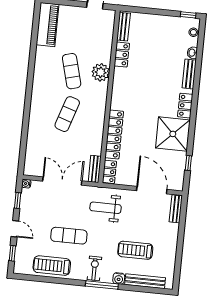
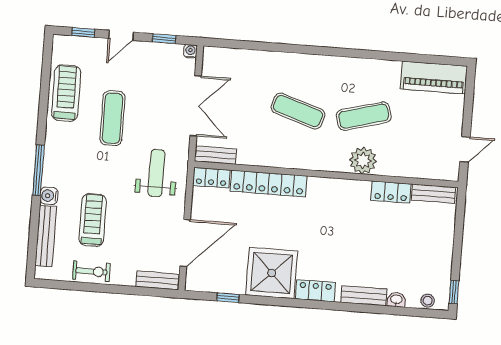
exercise bike: (94, 268) -> (91, 271), moved

